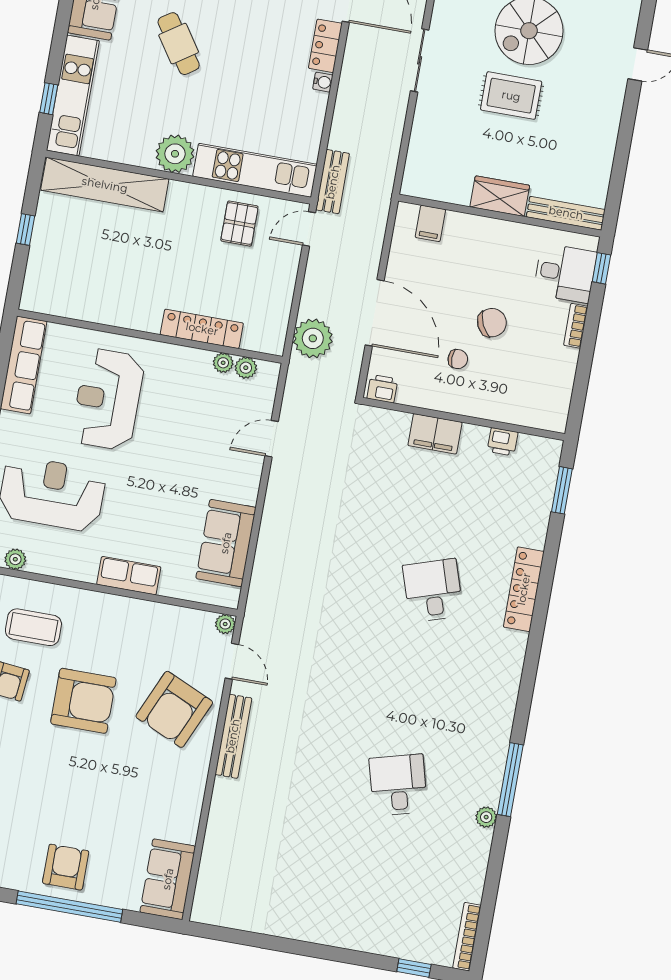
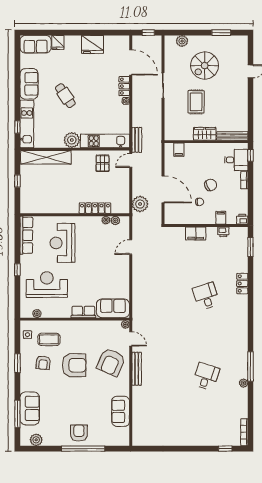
rug: (511, 96) -> (196, 102), moved, turned 90
printer: (382, 389) -> (242, 219), moved
filing cabinet: (502, 407) -> (221, 218), added
sofa: (226, 543) -> (113, 308), moved, turned 90
locker: (524, 589) -> (242, 284), width x0.66
desk: (398, 785) -> (206, 376), turned 33
sofa: (168, 879) -> (121, 411), moved

